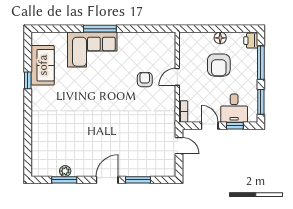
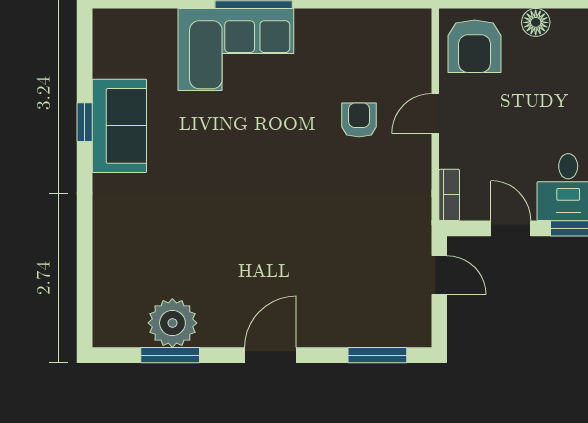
sofa: (43, 65) -> (119, 126), moved
armchair: (219, 65) -> (475, 46), moved
plant: (65, 171) -> (172, 323), width x1.88, depth x1.88
window: (138, 180) -> (377, 355), moved

